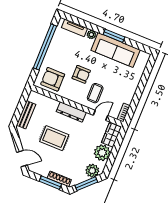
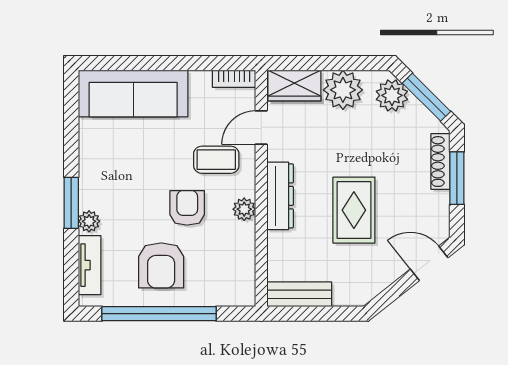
window: (114, 36) -> (71, 203), moved
sofa: (116, 50) -> (133, 93), moved, turned 90
armchair: (53, 79) -> (161, 265), moved
plant: (72, 96) -> (244, 209), added
bench: (26, 115) -> (299, 294), moved
door: (100, 115) -> (261, 128), hinge flipped
door: (22, 159) -> (429, 263), hinge flipped

